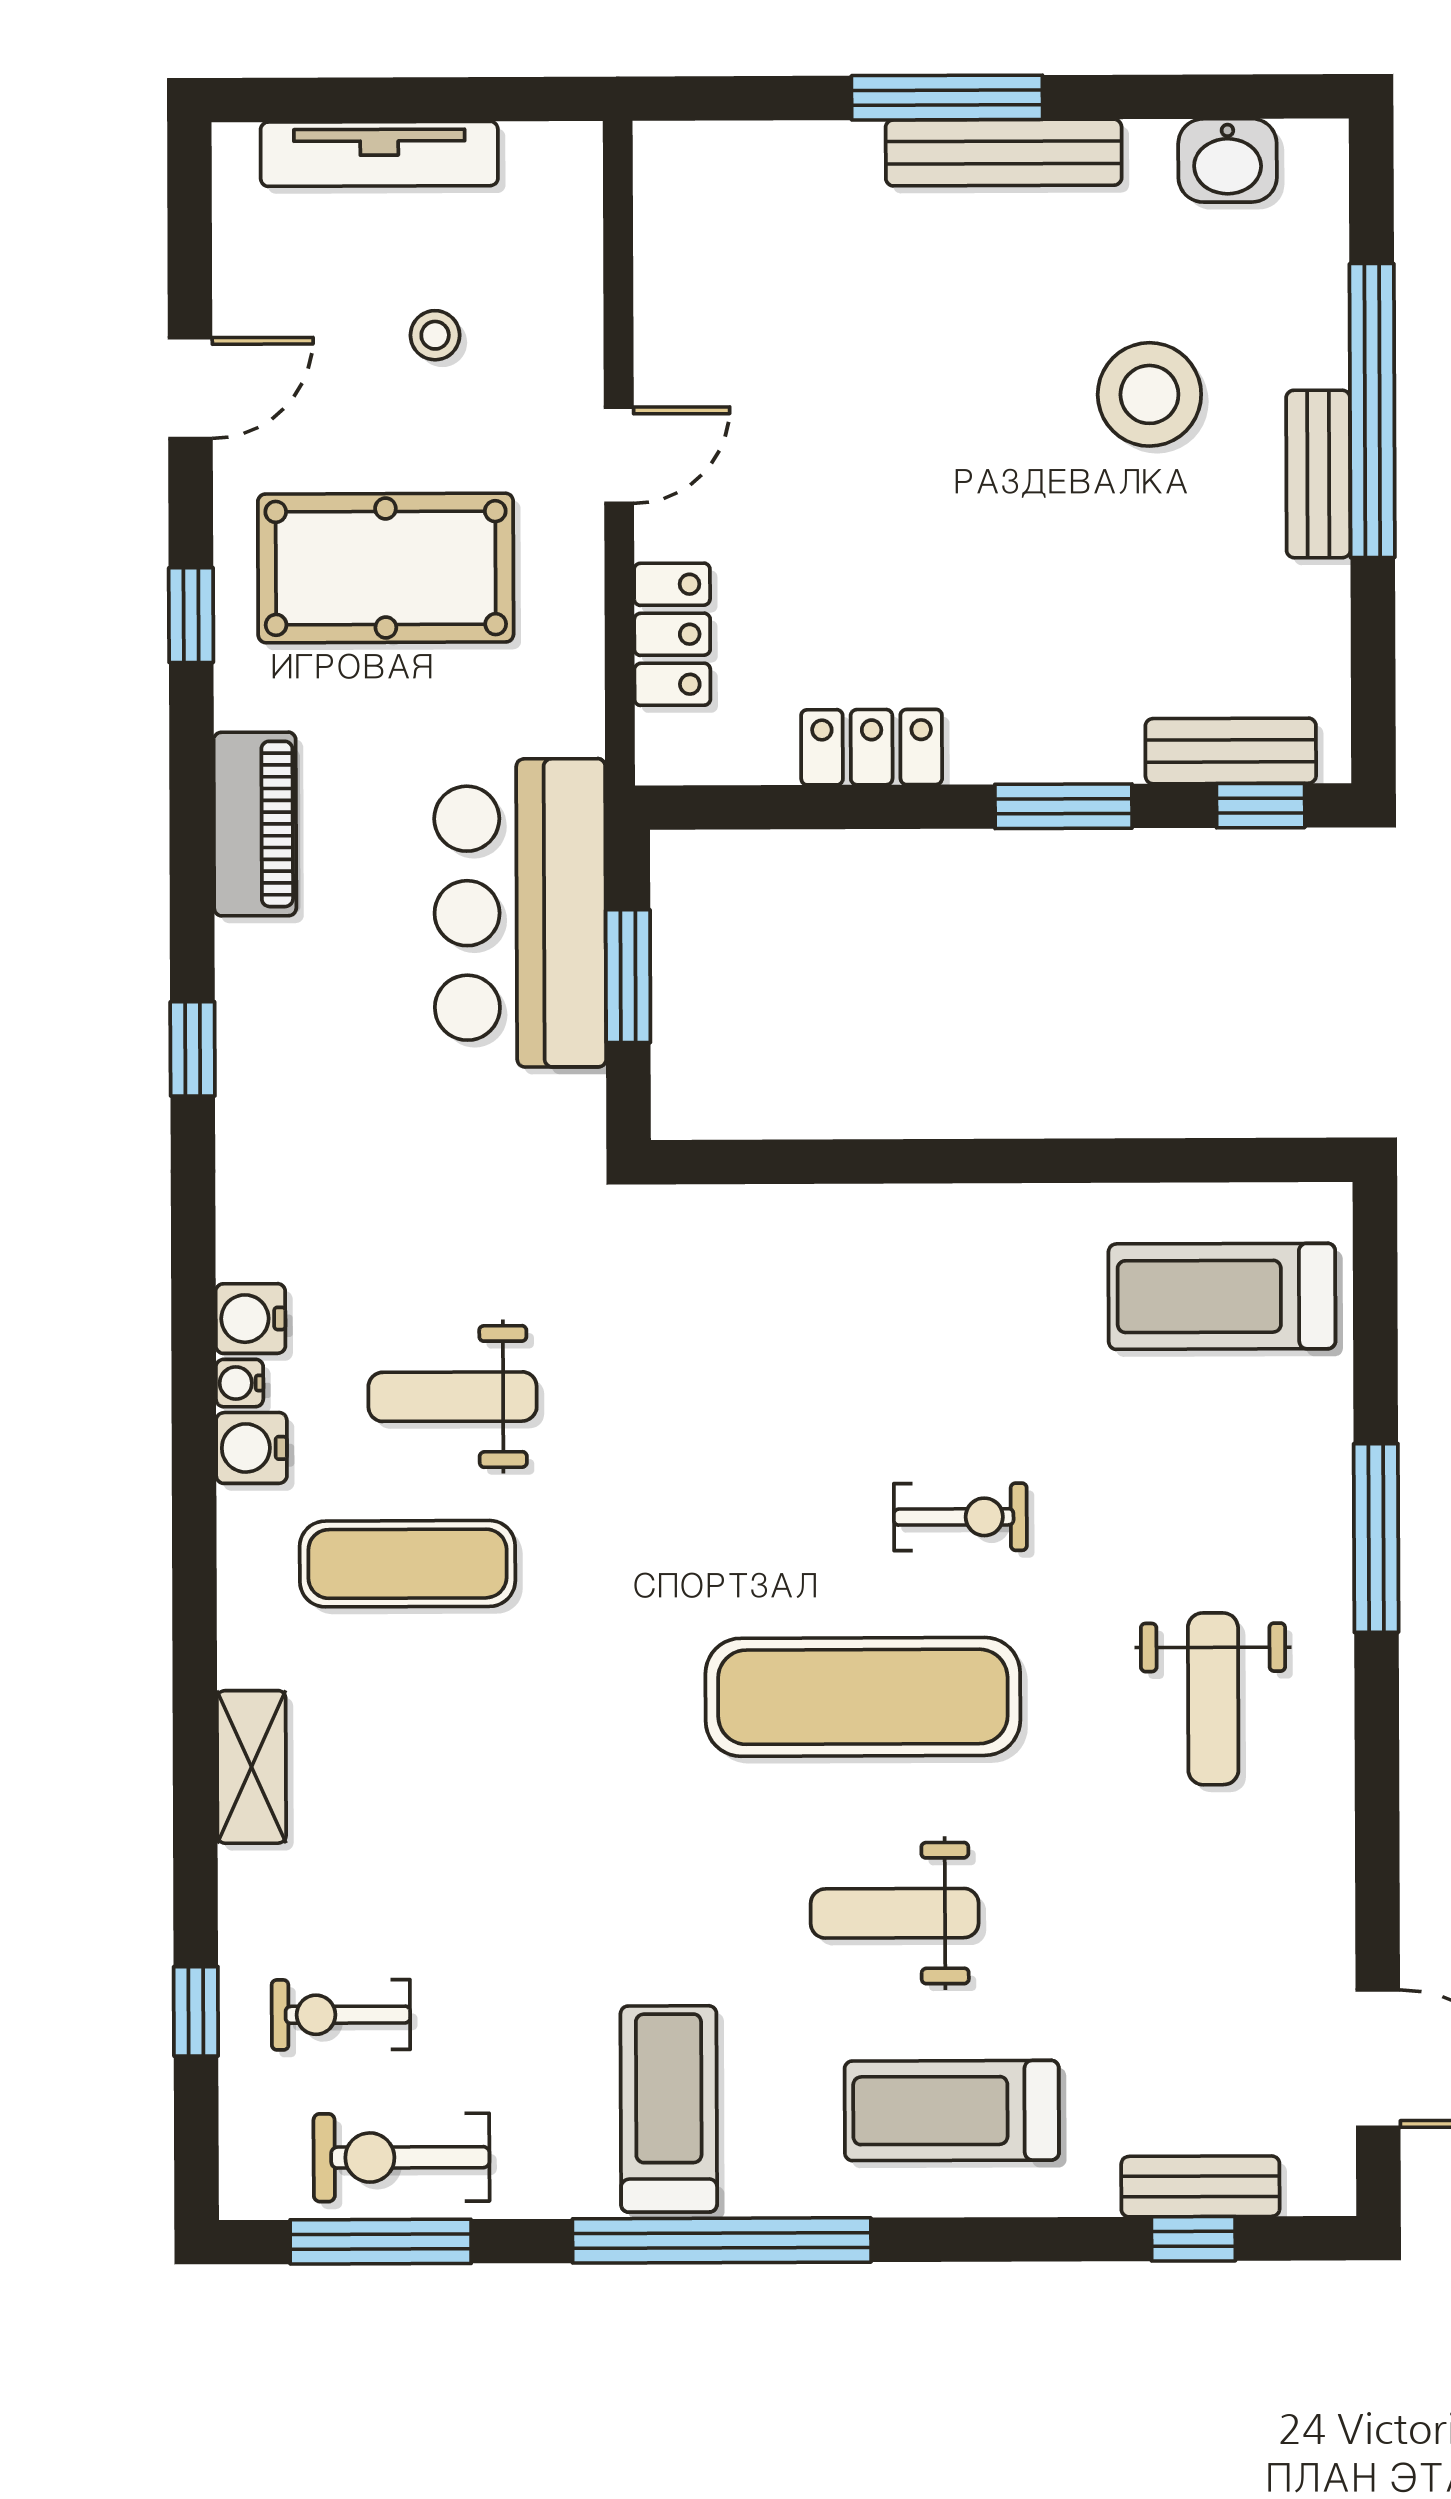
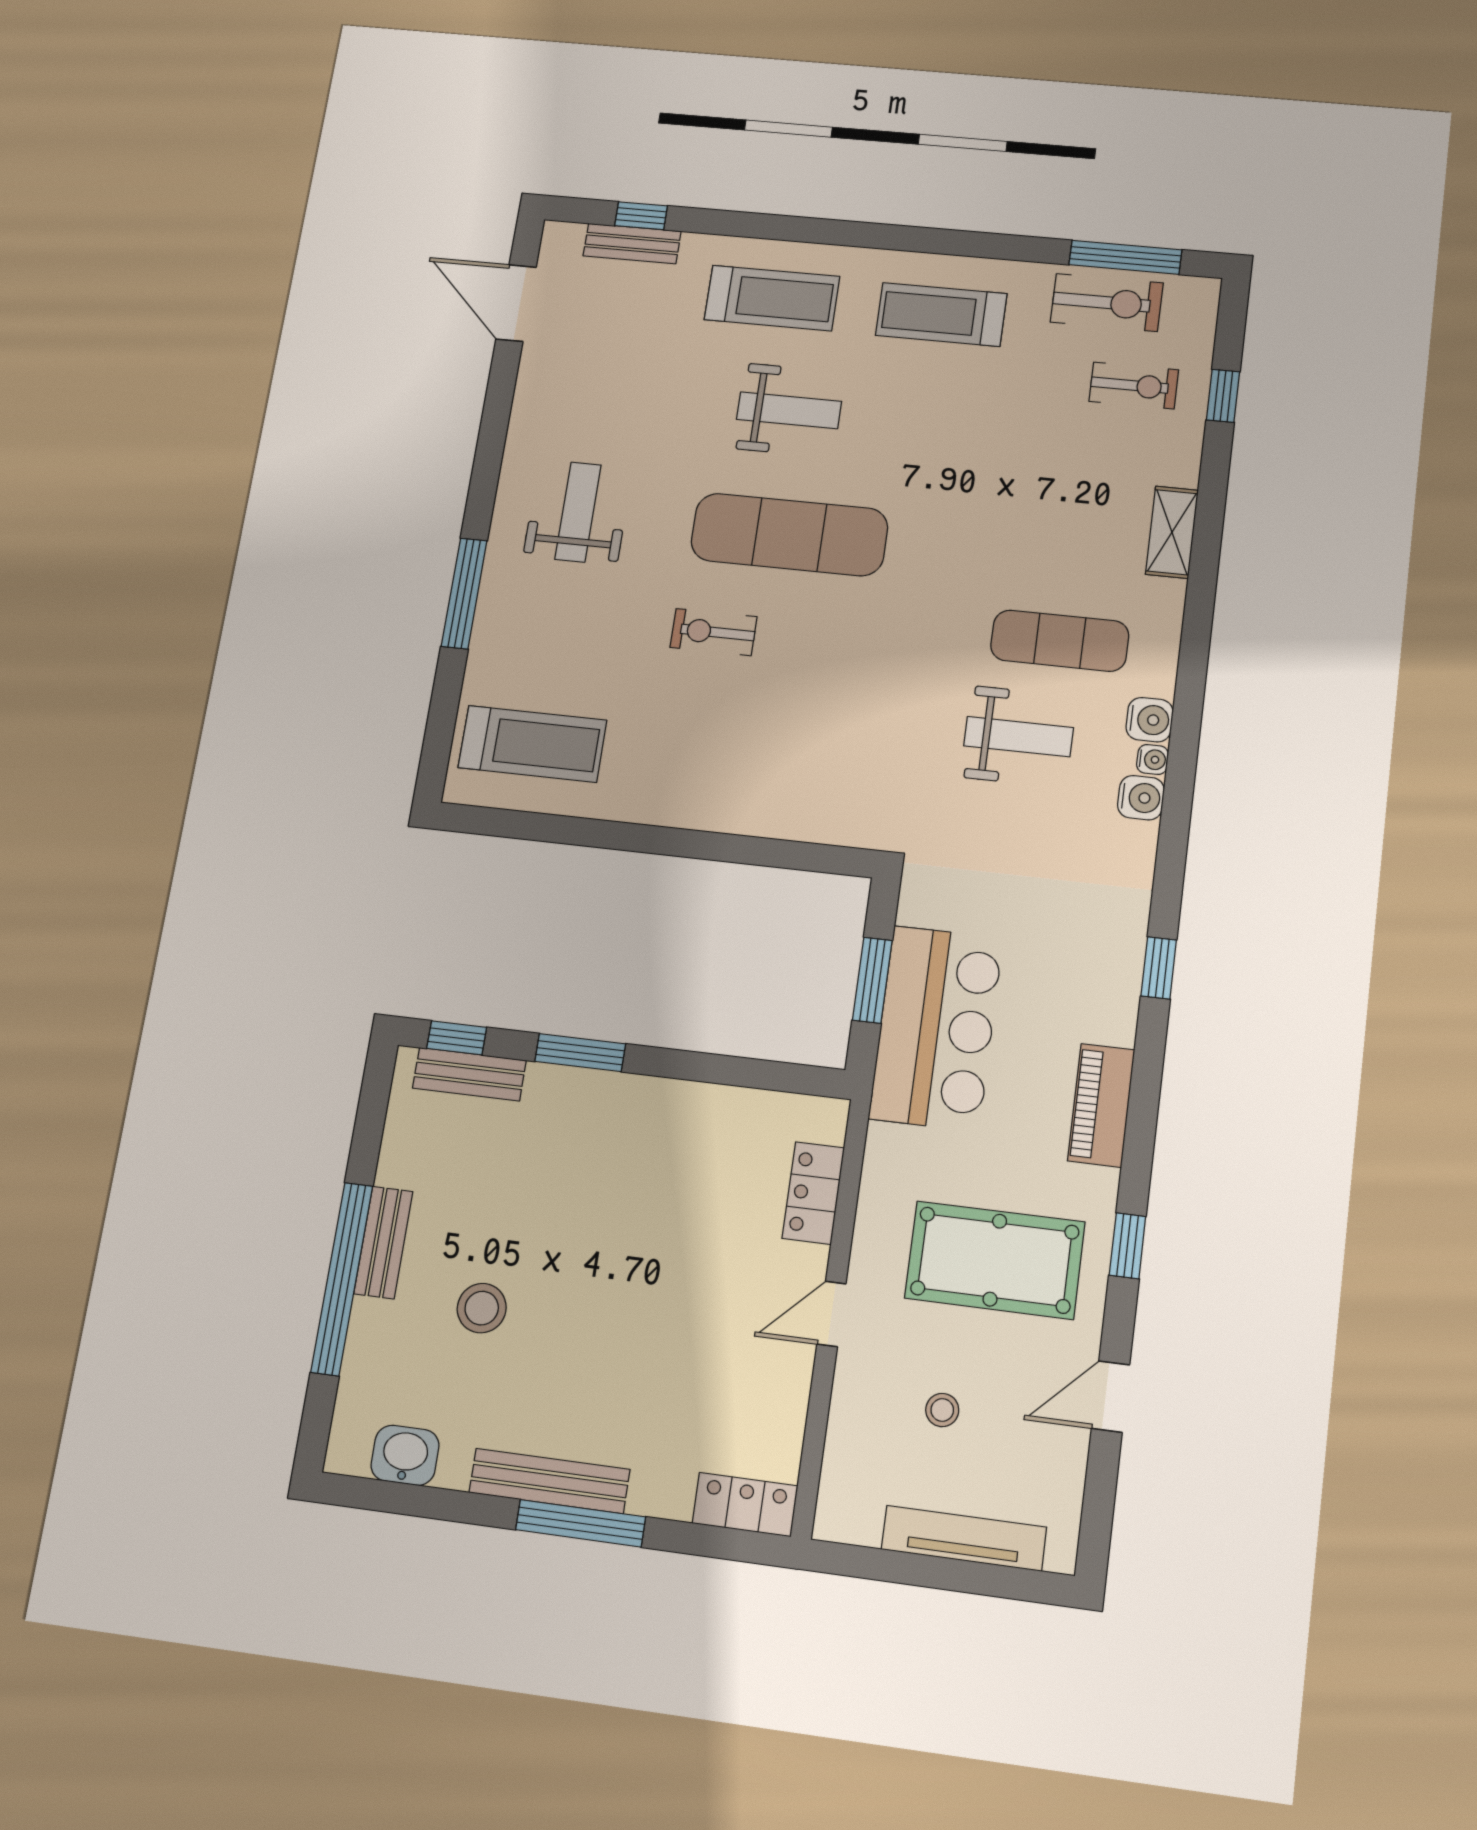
stool: (1149, 394) -> (482, 1308), width x0.73, depth x0.73
locker: (872, 747) -> (745, 1505), moved, turned 180
treadmill: (669, 2109) -> (941, 314), turned 90
window: (722, 2240) -> (920, 240), removed

